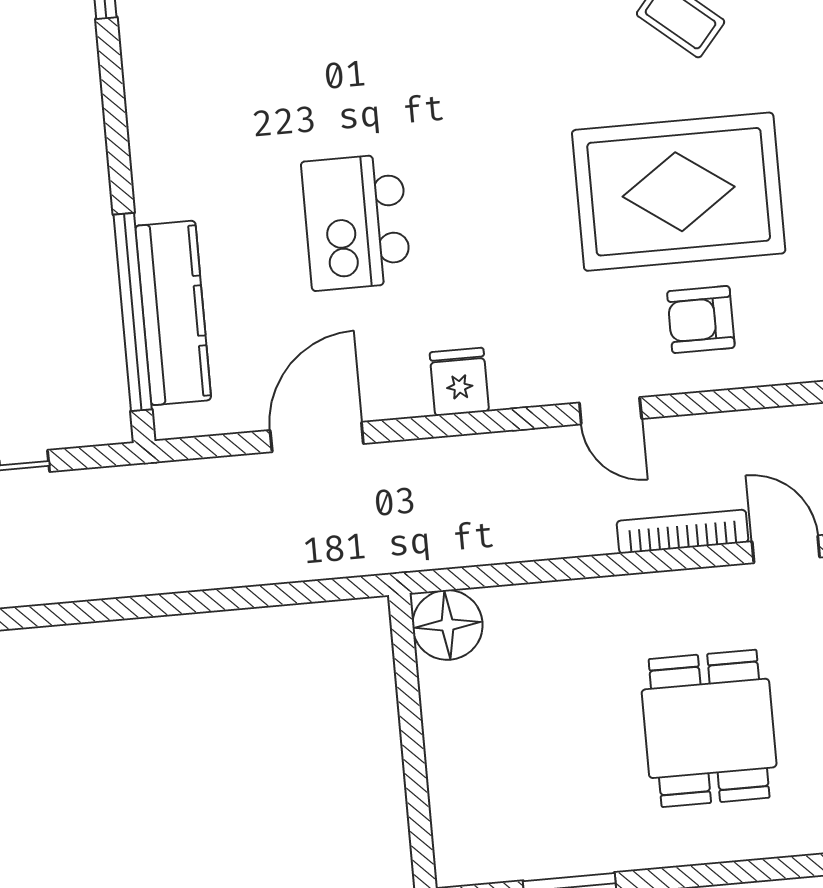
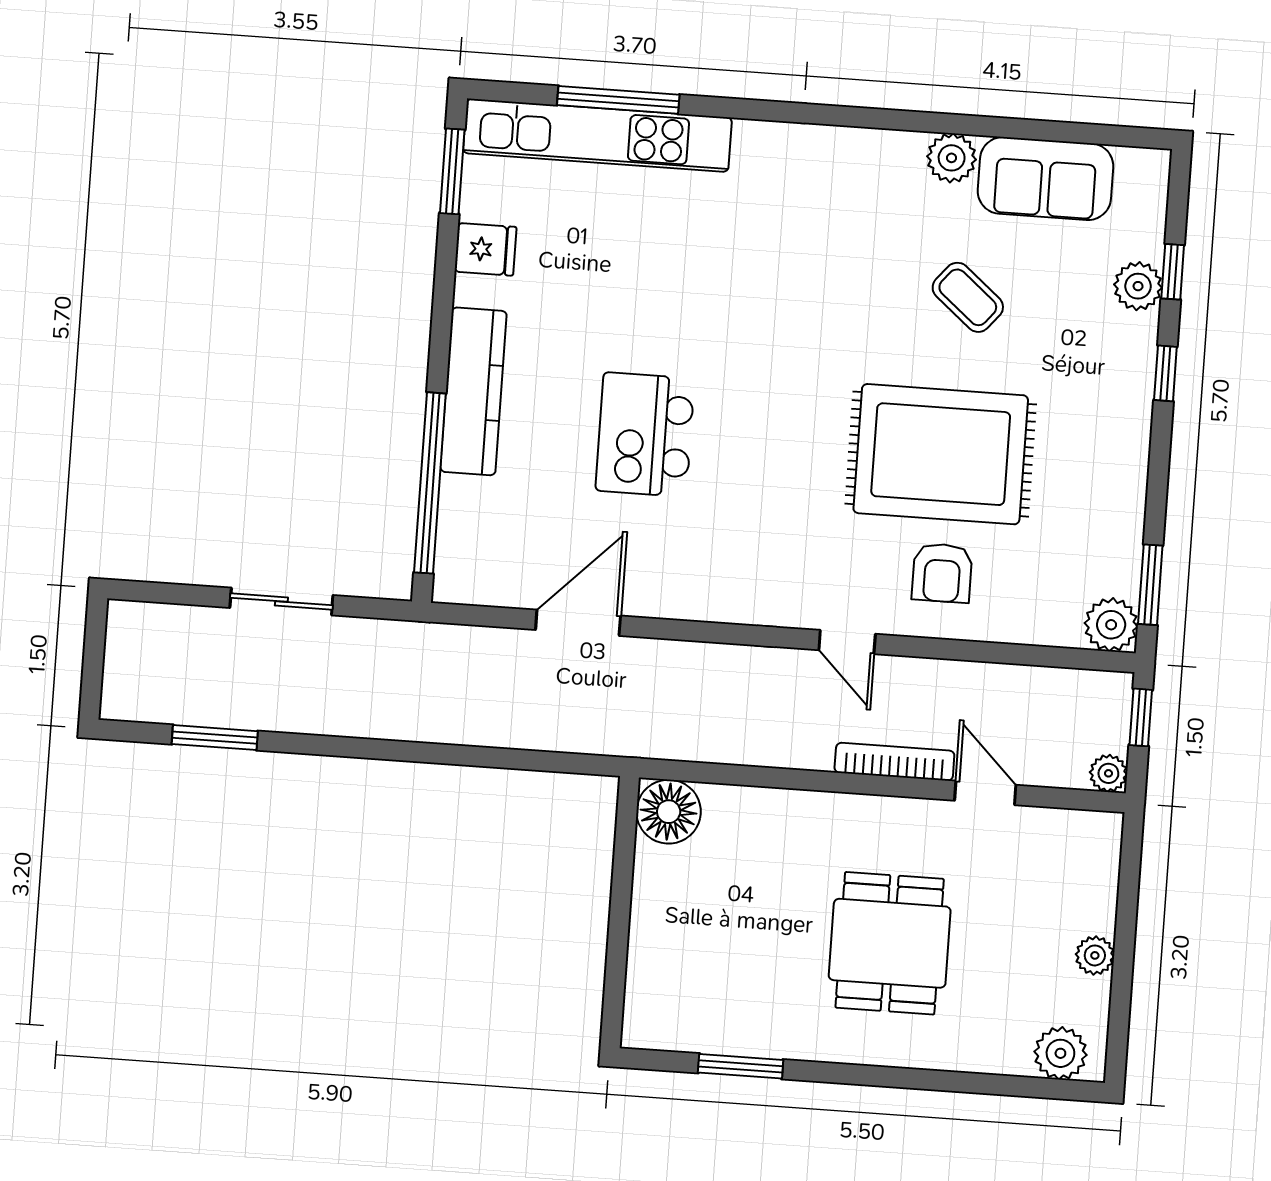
kitchen counter: (173, 313) -> (473, 391), moved
armchair: (701, 320) -> (942, 573), turned -90
fridge: (459, 382) -> (485, 249), moved, turned 90

